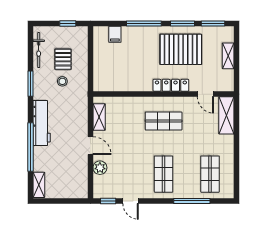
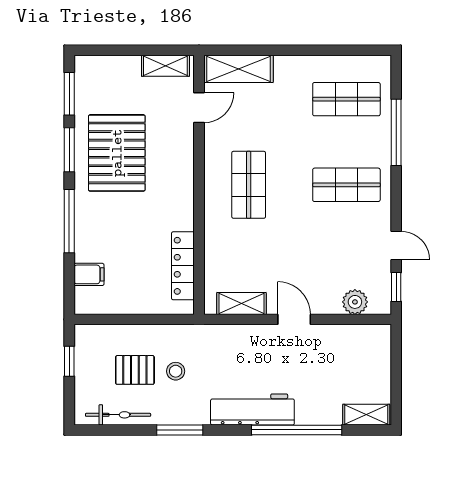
shelving: (228, 56) -> (165, 66), moved
locker: (171, 85) -> (183, 266), moved
door: (90, 146) -> (294, 319), hinge flipped
plant: (100, 168) -> (355, 302), moved
door: (131, 201) -> (396, 246), hinge flipped

